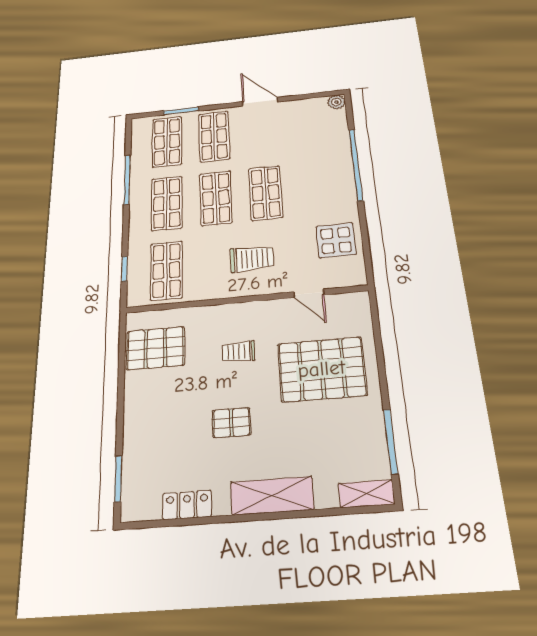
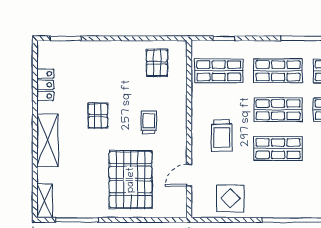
pallet: (155, 348) -> (157, 63), width x0.67, depth x0.71

